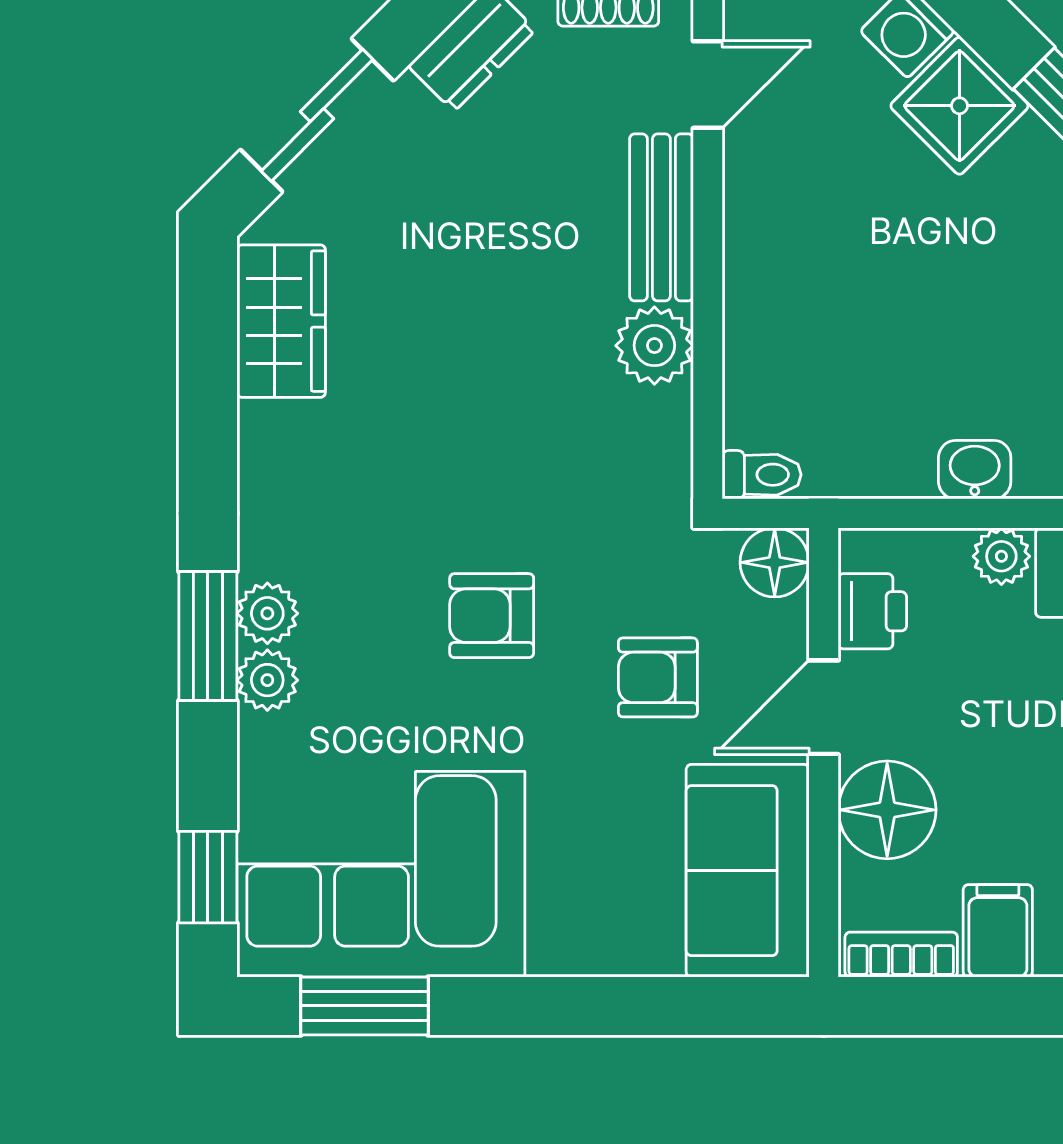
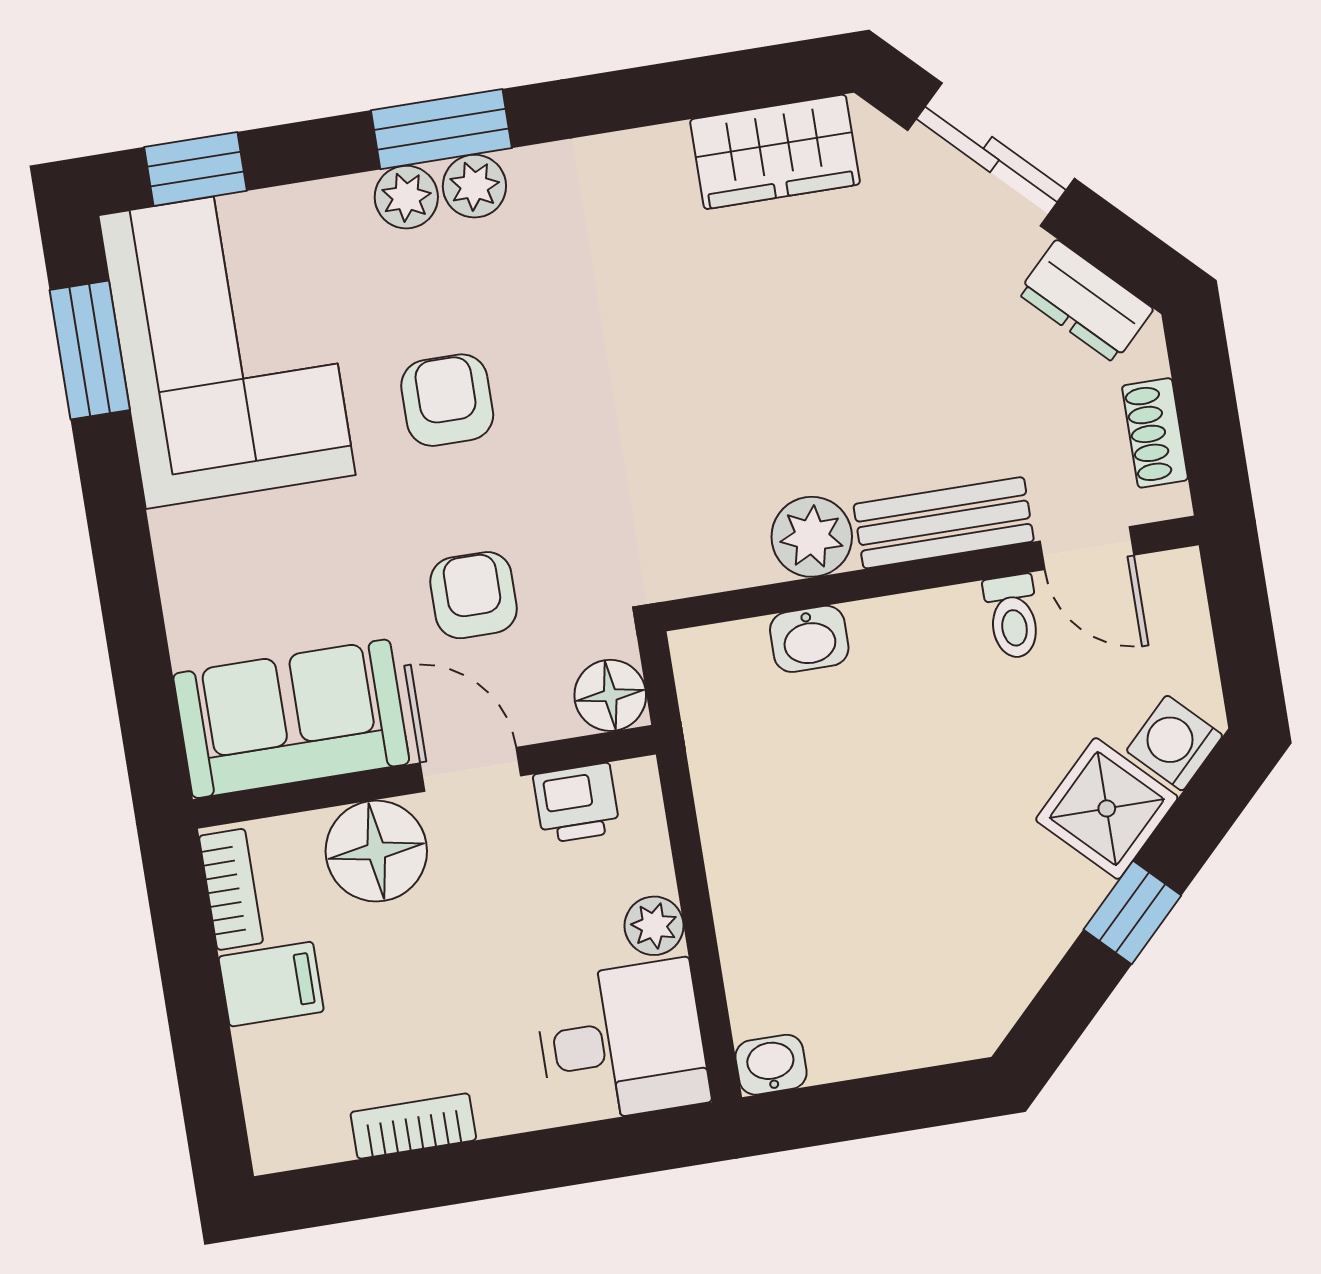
washbasin: (975, 470) -> (809, 639), moved, turned 90
toilet: (762, 475) -> (1013, 617), moved
armchair: (492, 616) -> (447, 400), moved

